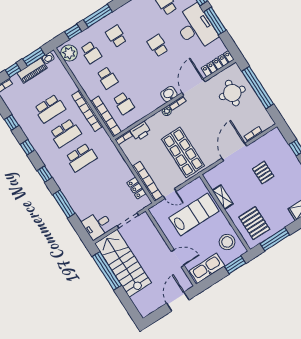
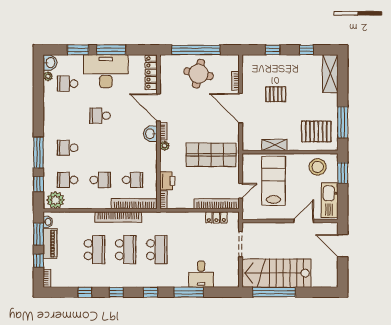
school desk: (91, 52) -> (68, 180), turned 180
round table: (232, 93) -> (199, 74), moved
desk: (97, 225) -> (201, 274), moved

